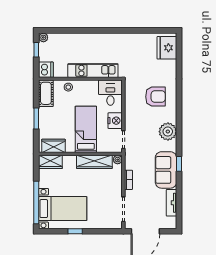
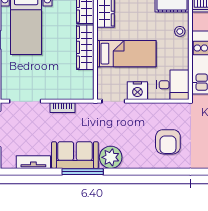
plant: (168, 132) -> (111, 157), moved
plant: (118, 160) -> (88, 94), removed
wardrobe: (94, 162) -> (85, 47), moved
window: (179, 164) -> (83, 172), width x2.17

